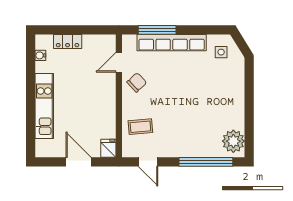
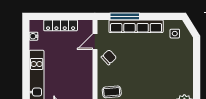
locker: (68, 42) -> (61, 25), width x1.53

